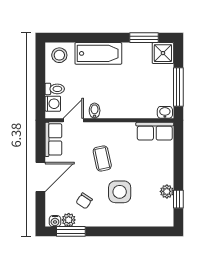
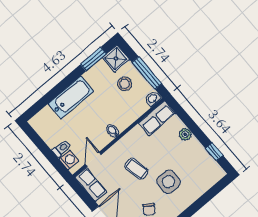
stool: (59, 55) -> (125, 84), moved
bidet: (95, 111) -> (113, 131), moved
plant: (167, 191) -> (185, 134), moved

